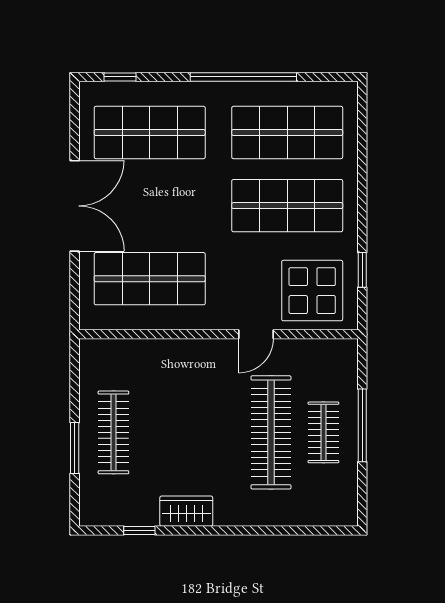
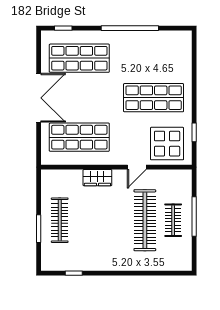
shop shelf: (287, 132) -> (154, 58), removed
wardrobe: (186, 511) -> (97, 178), moved, turned 180

